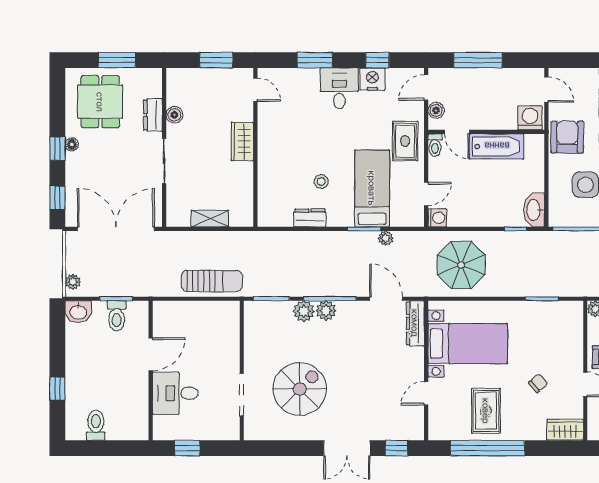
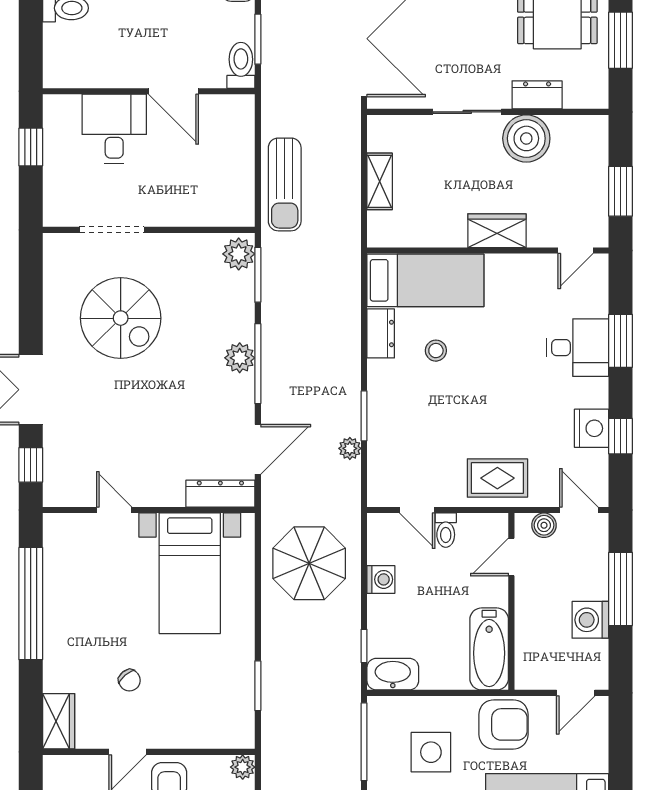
desk: (339, 88) -> (578, 348), moved
boiler: (174, 115) -> (526, 138), width x1.86, depth x1.86
washing machine: (530, 118) -> (590, 620), moved, turned 180
toilet: (435, 145) -> (446, 530), moved, turned -90
bathtub: (497, 146) -> (489, 649), moved
bed: (372, 188) -> (425, 280), moved
washing machine: (437, 218) -> (381, 579), moved, turned -90
plant: (304, 311) -> (239, 254), moved
toilet: (117, 316) -> (241, 65), moved, turned 90
rug: (486, 411) -> (87, 601), removed

